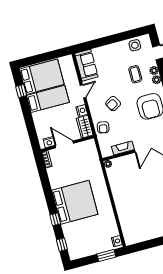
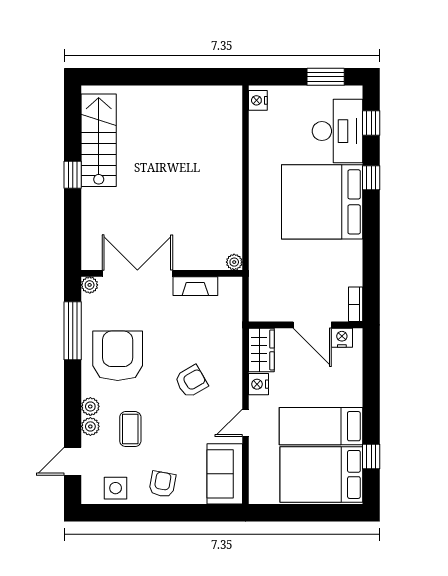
armchair: (103, 127) -> (162, 484), moved
desk: (76, 237) -> (337, 131), added
window: (106, 255) -> (326, 77), moved

